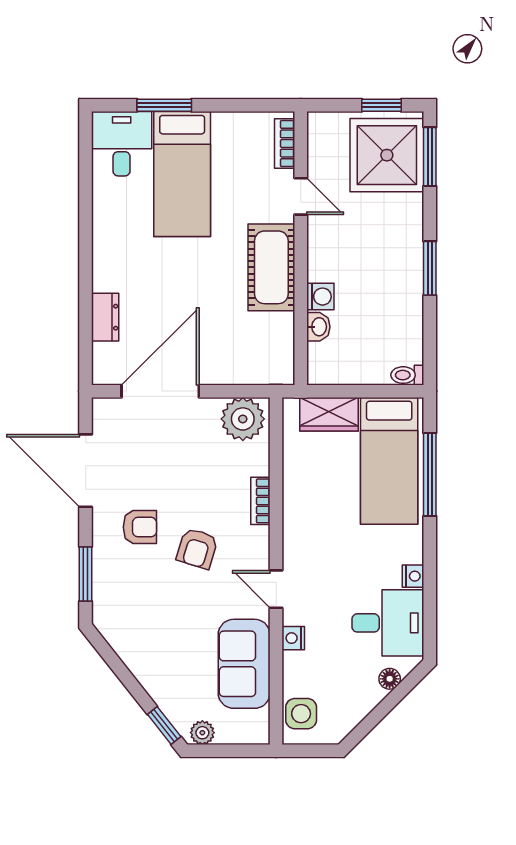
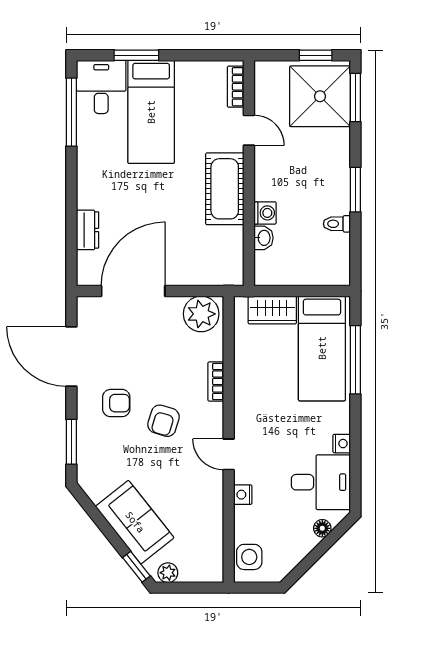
window: (86, 174) -> (71, 112), added
toilet: (407, 375) -> (337, 224), moved
sofa: (244, 664) -> (135, 522), moved, turned 142

